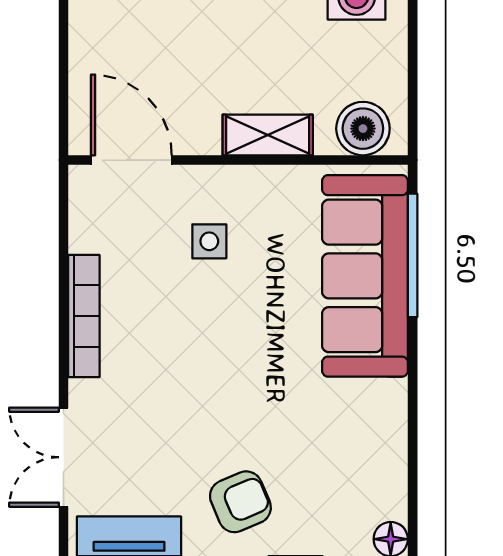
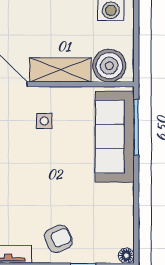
boiler: (363, 129) -> (109, 66), width x1.37, depth x1.37
shelving: (268, 135) -> (61, 70), width x1.50, depth x1.33

